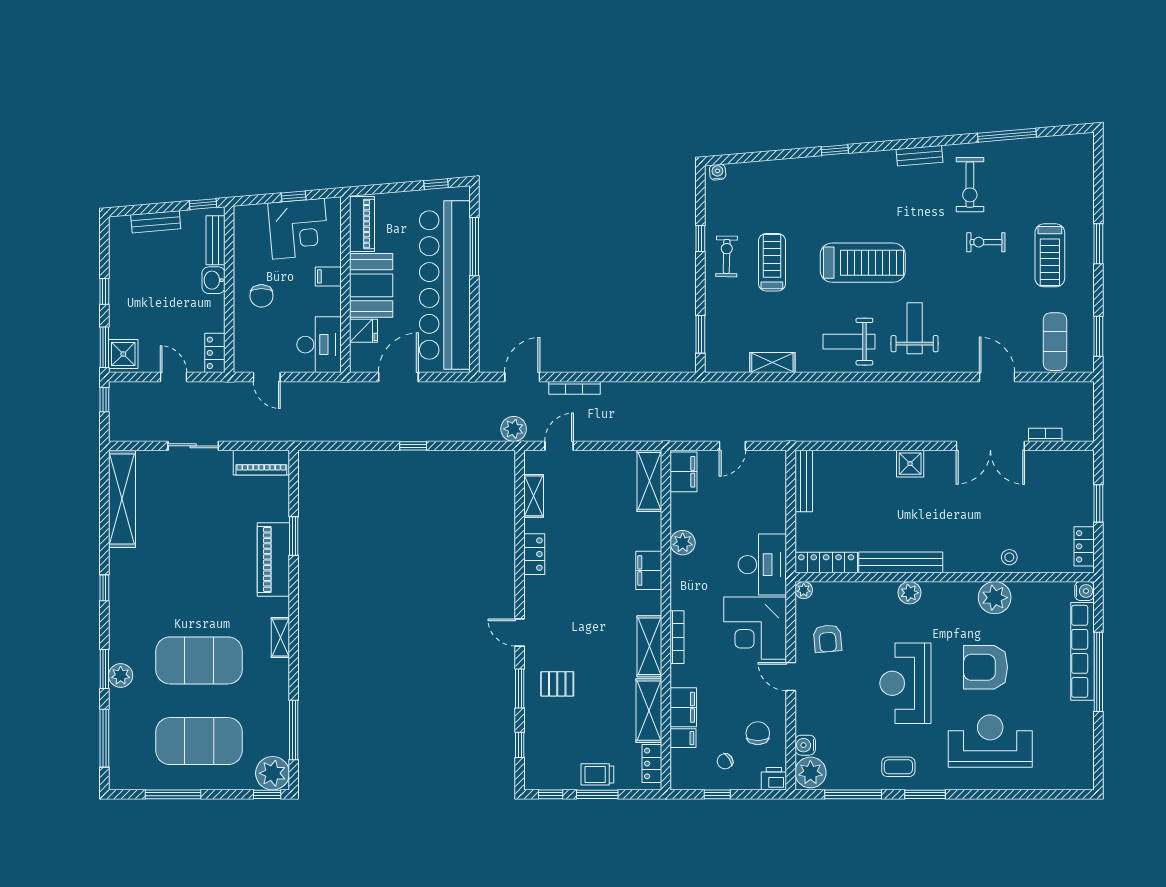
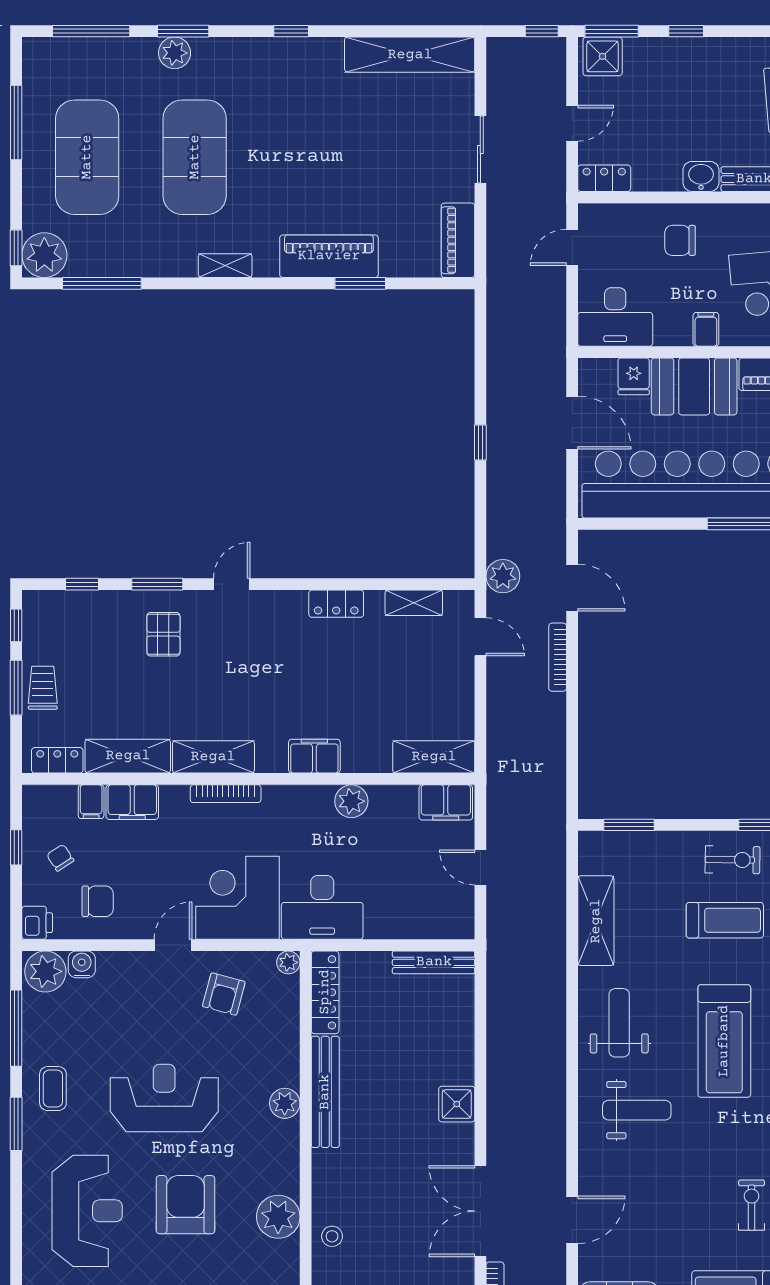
shelving: (772, 363) -> (596, 921), width x1.50, depth x1.33
armchair: (827, 638) -> (224, 994), turned -70

